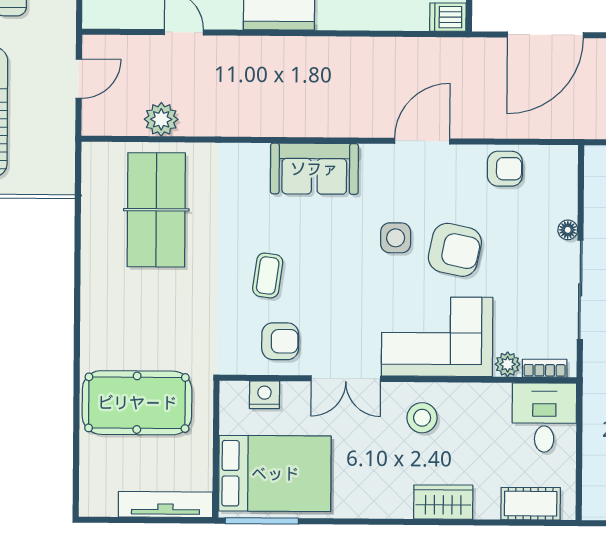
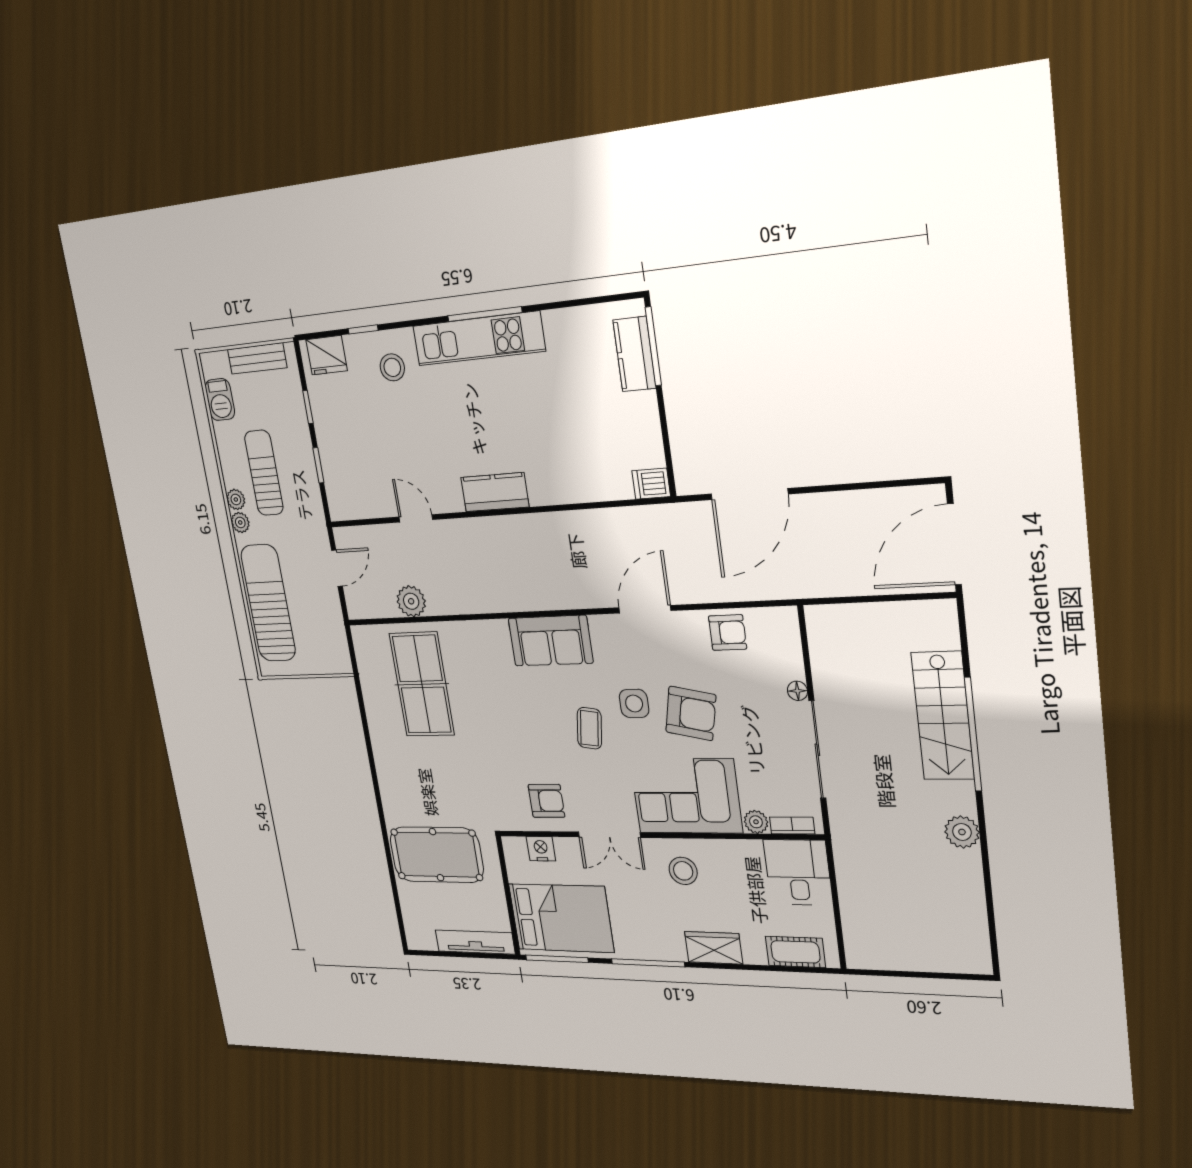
coffee table: (268, 275) -> (589, 728), moved
window: (367, 522) -> (648, 963), added

